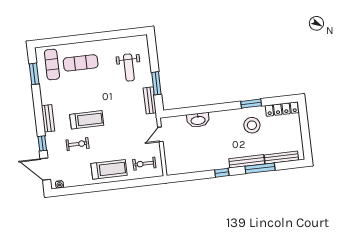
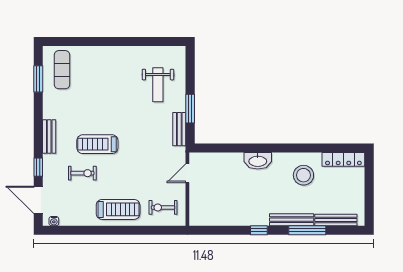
exercise mat: (81, 63) -> (98, 72), removed
window: (251, 104) -> (306, 148), removed
treadmill: (87, 120) -> (97, 144), turned 180
washbasin: (198, 120) -> (258, 161), moved

